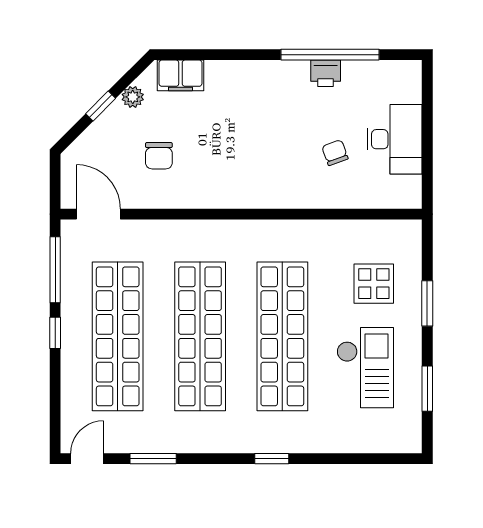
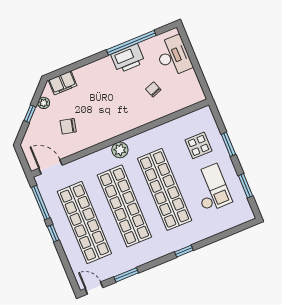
printer: (326, 73) -> (128, 58), width x1.87, depth x1.48
desk: (395, 139) -> (173, 56), moved
chair: (159, 156) -> (68, 126), turned 103
plant: (233, 235) -> (120, 150), added
door: (87, 459) -> (94, 288), hinge flipped

